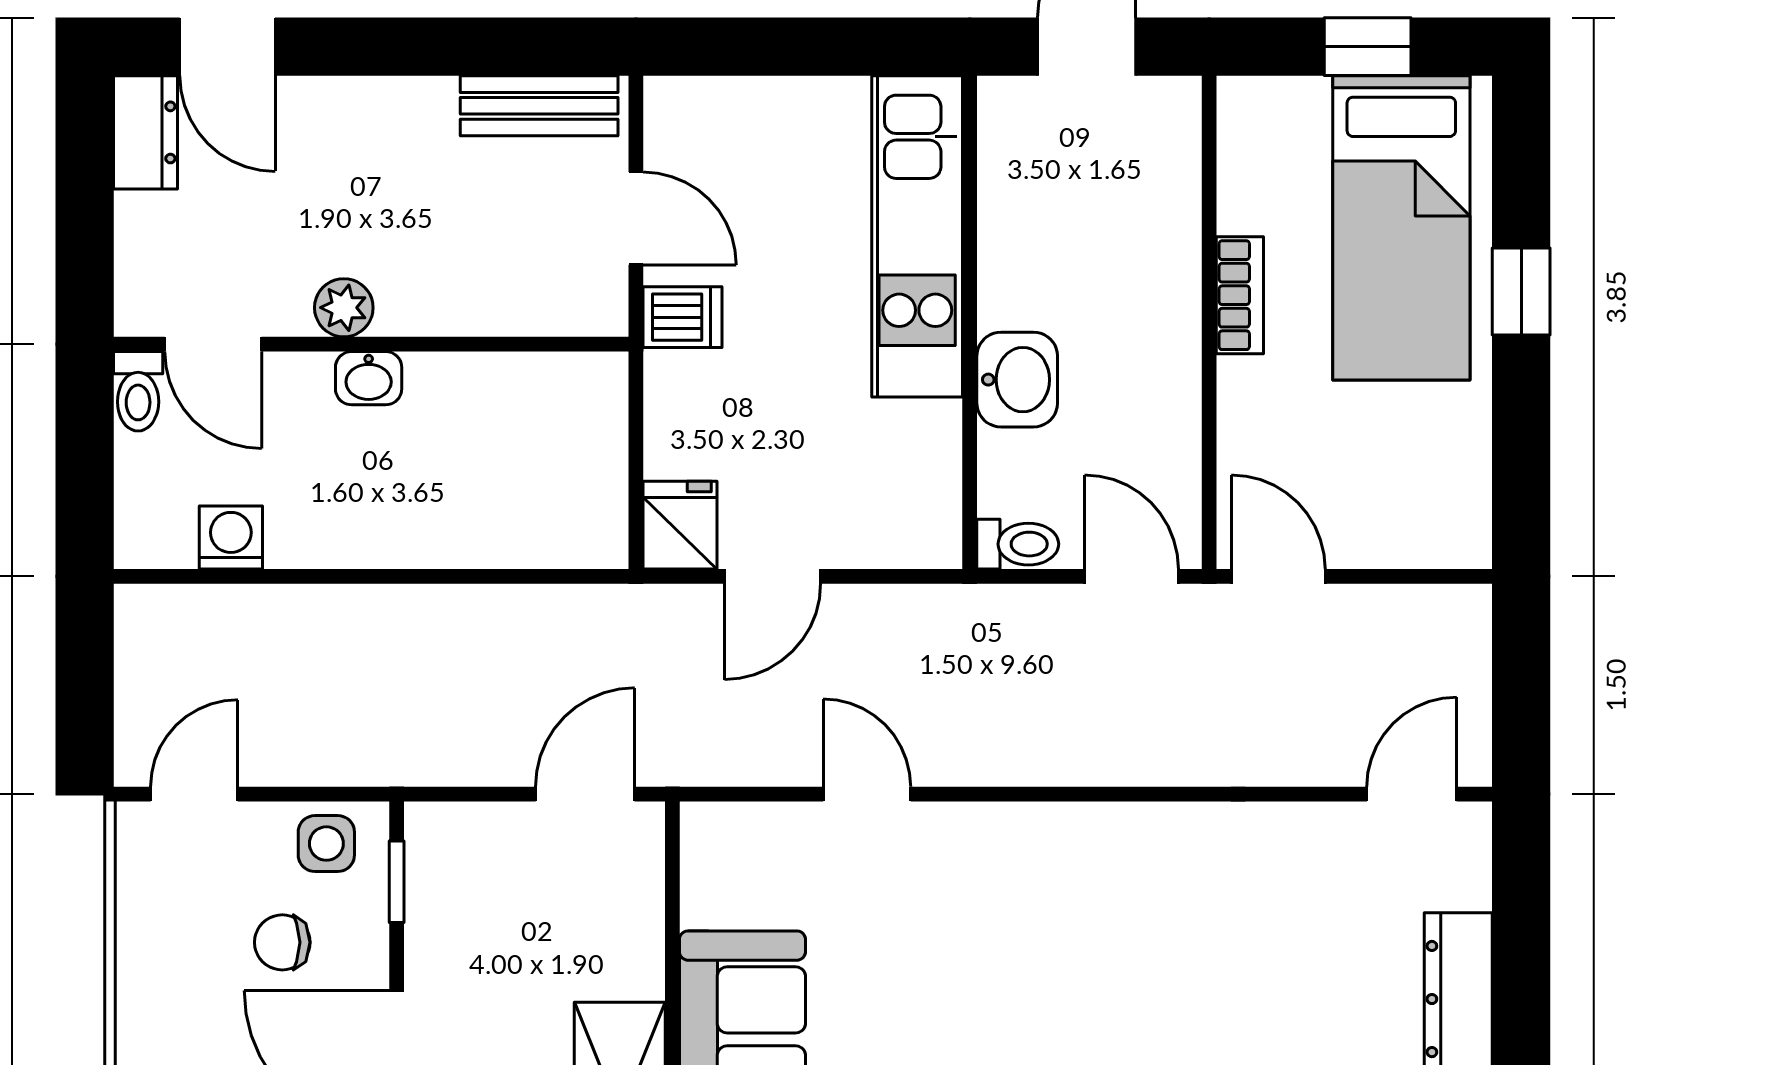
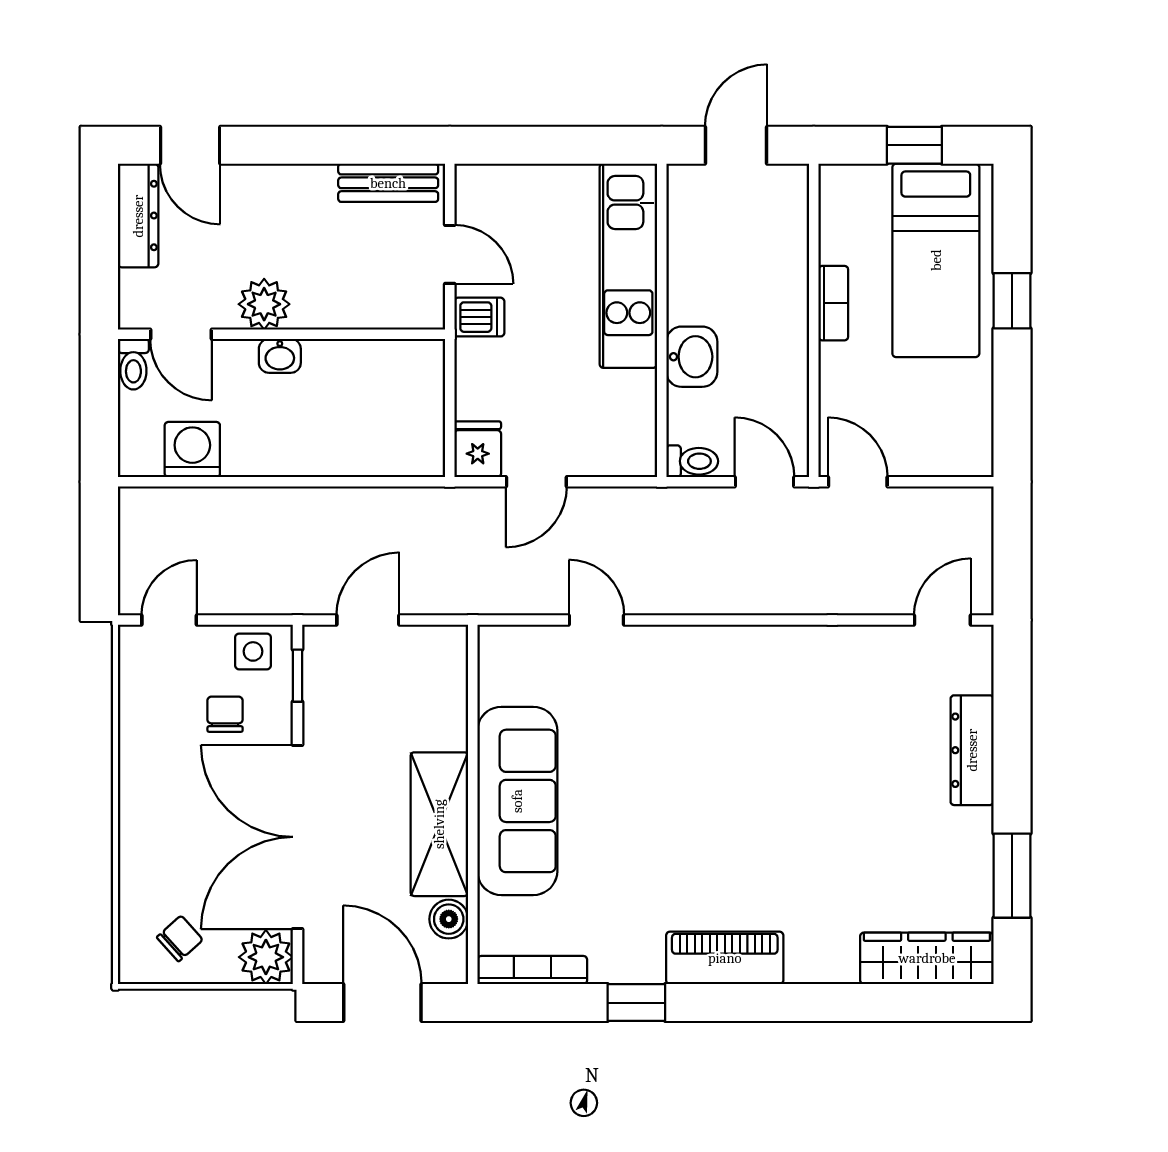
dresser: (145, 132) -> (138, 216), width x1.44
plant: (344, 308) -> (264, 304), width x1.38, depth x1.38
washing machine: (231, 538) -> (192, 449), width x1.38, depth x1.38
door: (585, 794) -> (368, 620), moved
chair: (282, 942) -> (225, 714), turned 90

